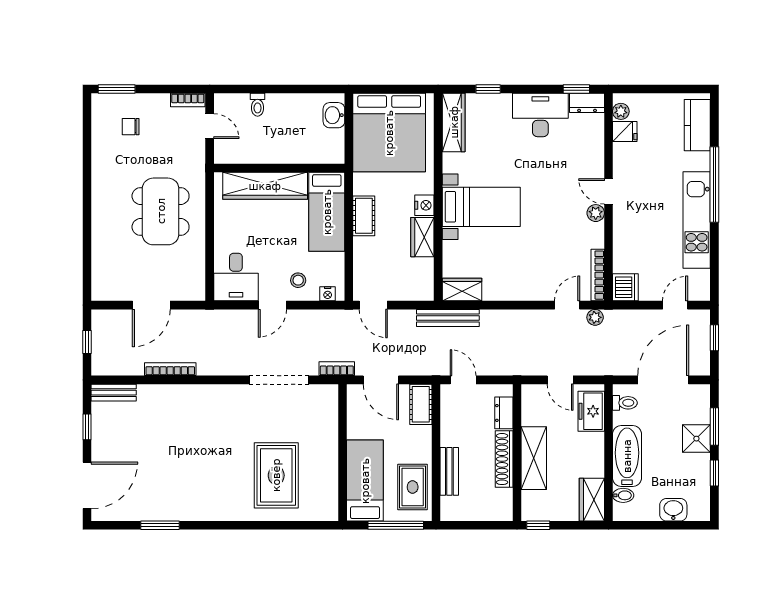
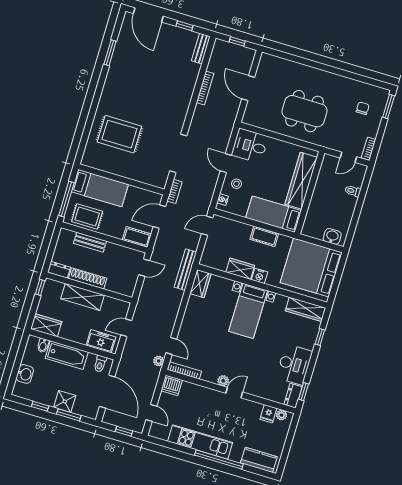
dresser: (504, 413) -> (59, 270), moved

